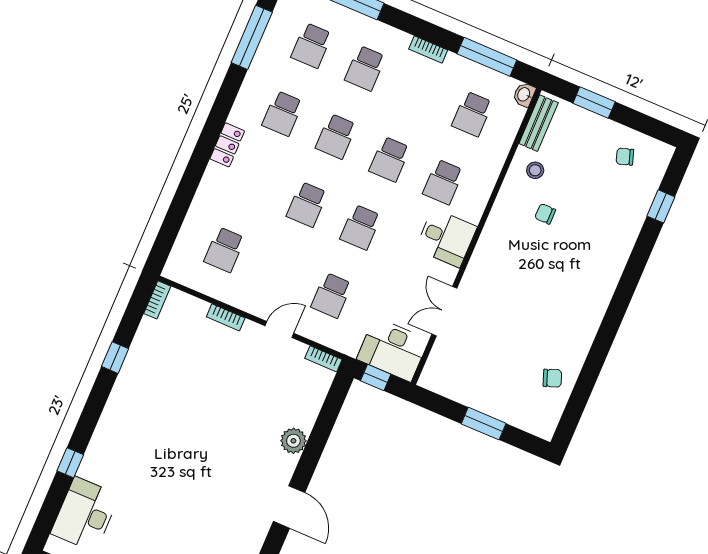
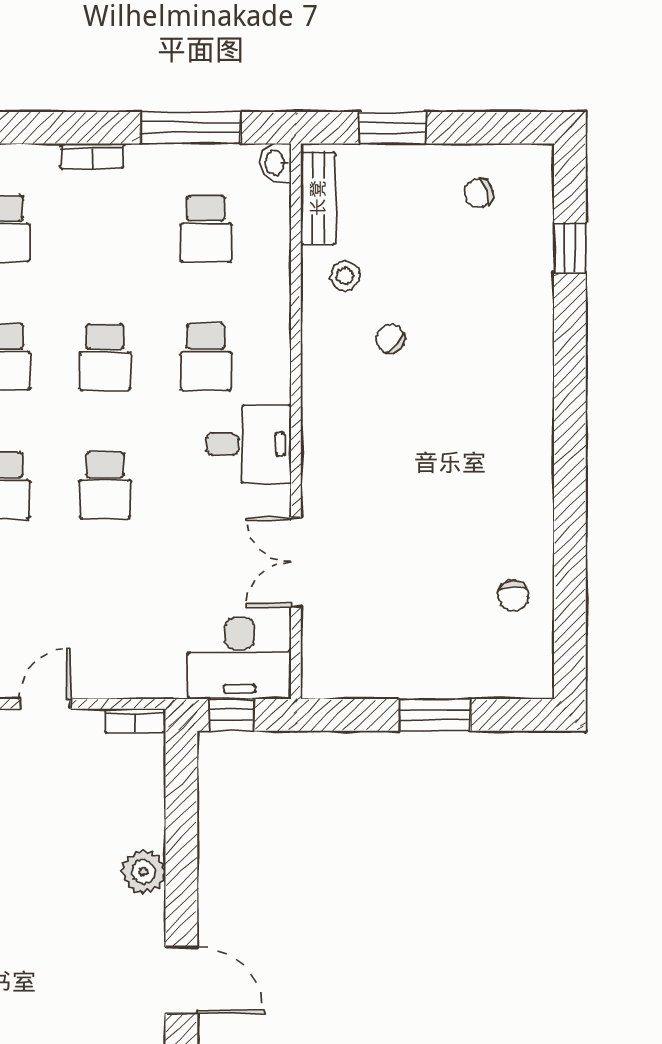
chair: (545, 214) -> (390, 338), turned 41
school desk: (331, 295) -> (105, 614), removed
chair: (552, 378) -> (514, 596), turned 111

